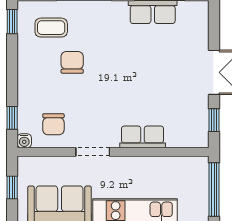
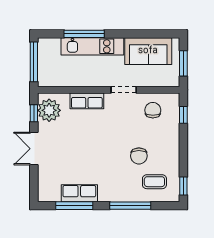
plant: (194, 124) -> (49, 110), added
water cooler: (24, 141) -> (174, 98), removed
window: (12, 188) -> (183, 63), width x1.50

